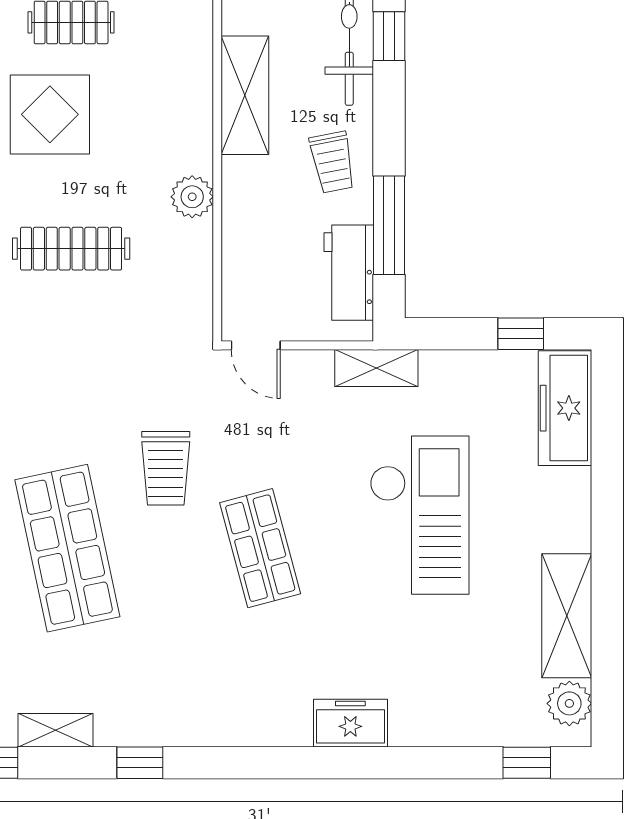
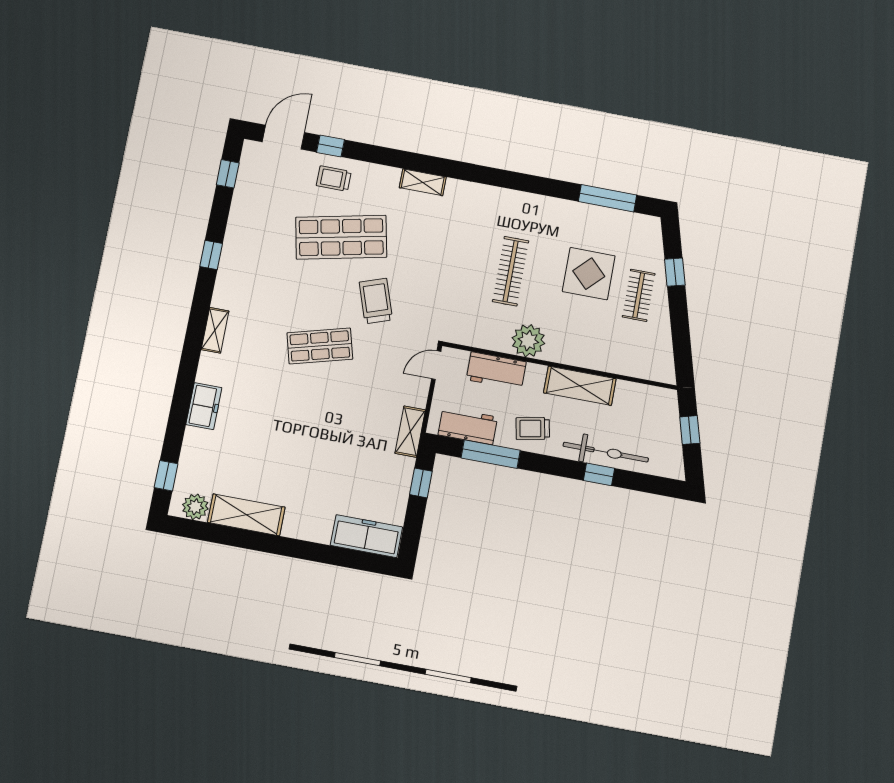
plant: (192, 197) -> (528, 341), width x1.36, depth x1.36
workbench: (246, 242) -> (496, 371), added
window: (521, 334) -> (421, 483), moved
trolley: (166, 468) -> (376, 301), turned 71
checkout: (419, 515) -> (321, 440), removed
freezer: (350, 723) -> (204, 406), moved
shelving: (55, 730) -> (215, 330), moved

